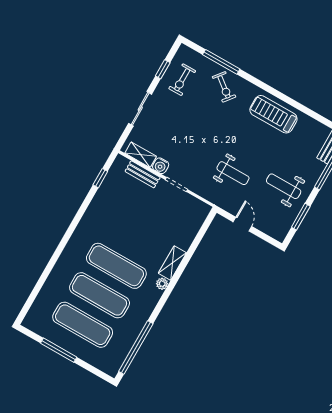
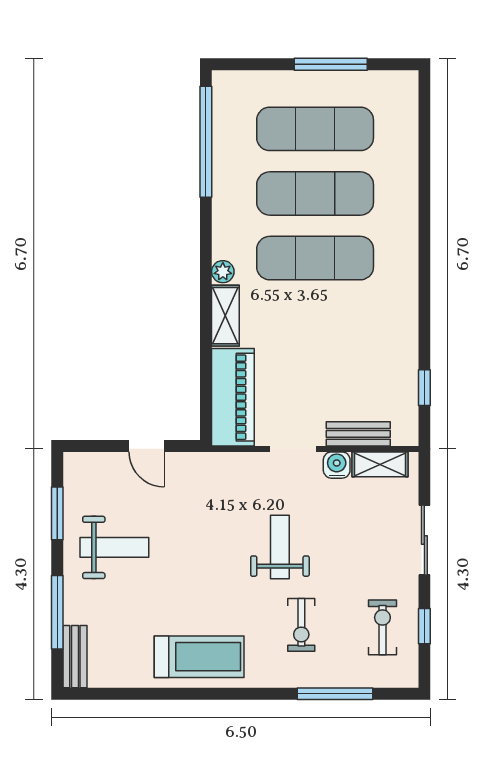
exercise bike: (224, 87) -> (301, 625), moved, turned -128
weight bench: (233, 173) -> (280, 547), moved, turned 90
piano: (190, 224) -> (233, 397), added

